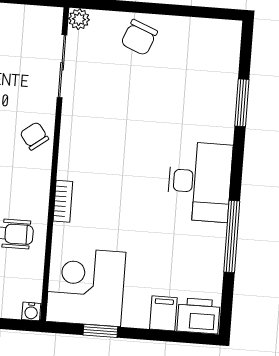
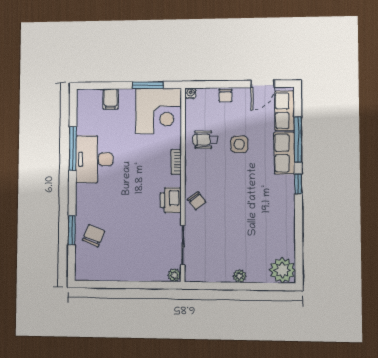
chair: (139, 37) -> (93, 236), moved
desk: (200, 182) -> (94, 159), moved
printer: (199, 316) -> (171, 200), moved, turned 90
window: (100, 331) -> (148, 85), width x1.50

